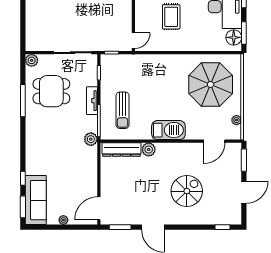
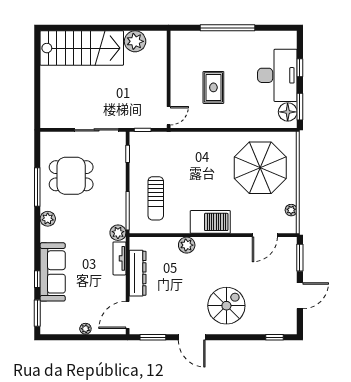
plant: (32, 60) -> (48, 219), moved
tv unit: (92, 101) -> (120, 258), moved
dresser: (121, 150) -> (138, 273), moved, turned -90
spiral stairs: (187, 191) -> (226, 306), moved
sofa: (36, 200) -> (53, 272), moved

